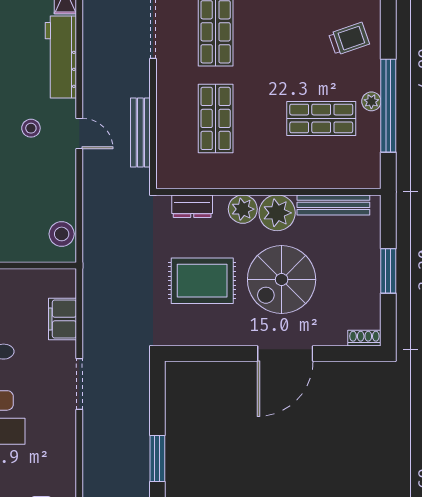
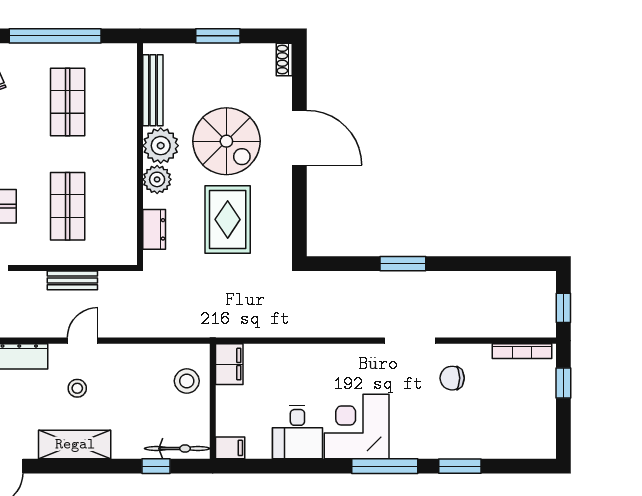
plant: (371, 101) -> (51, 53), removed
shop shelf: (216, 118) -> (68, 206), turned 90
bench: (140, 133) -> (72, 280), width x0.73
stool: (62, 234) -> (187, 381), moved
filing cabinet: (62, 319) -> (229, 364), moved, turned -90
doorway: (79, 384) -> (410, 341), moved

